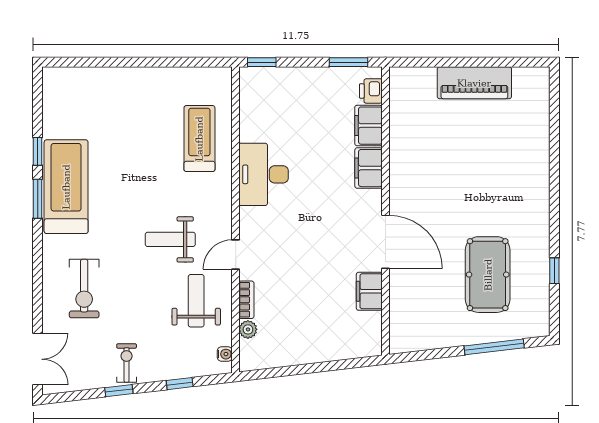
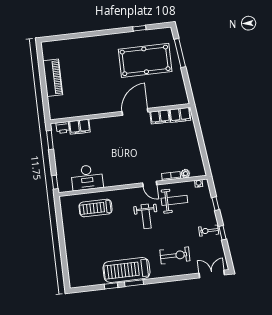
filing cabinet: (368, 168) -> (180, 115), moved
desk: (263, 174) -> (87, 178), moved
pool table: (488, 275) -> (145, 60), width x1.36, depth x1.32
weight bench: (196, 301) -> (174, 200), turned 180

